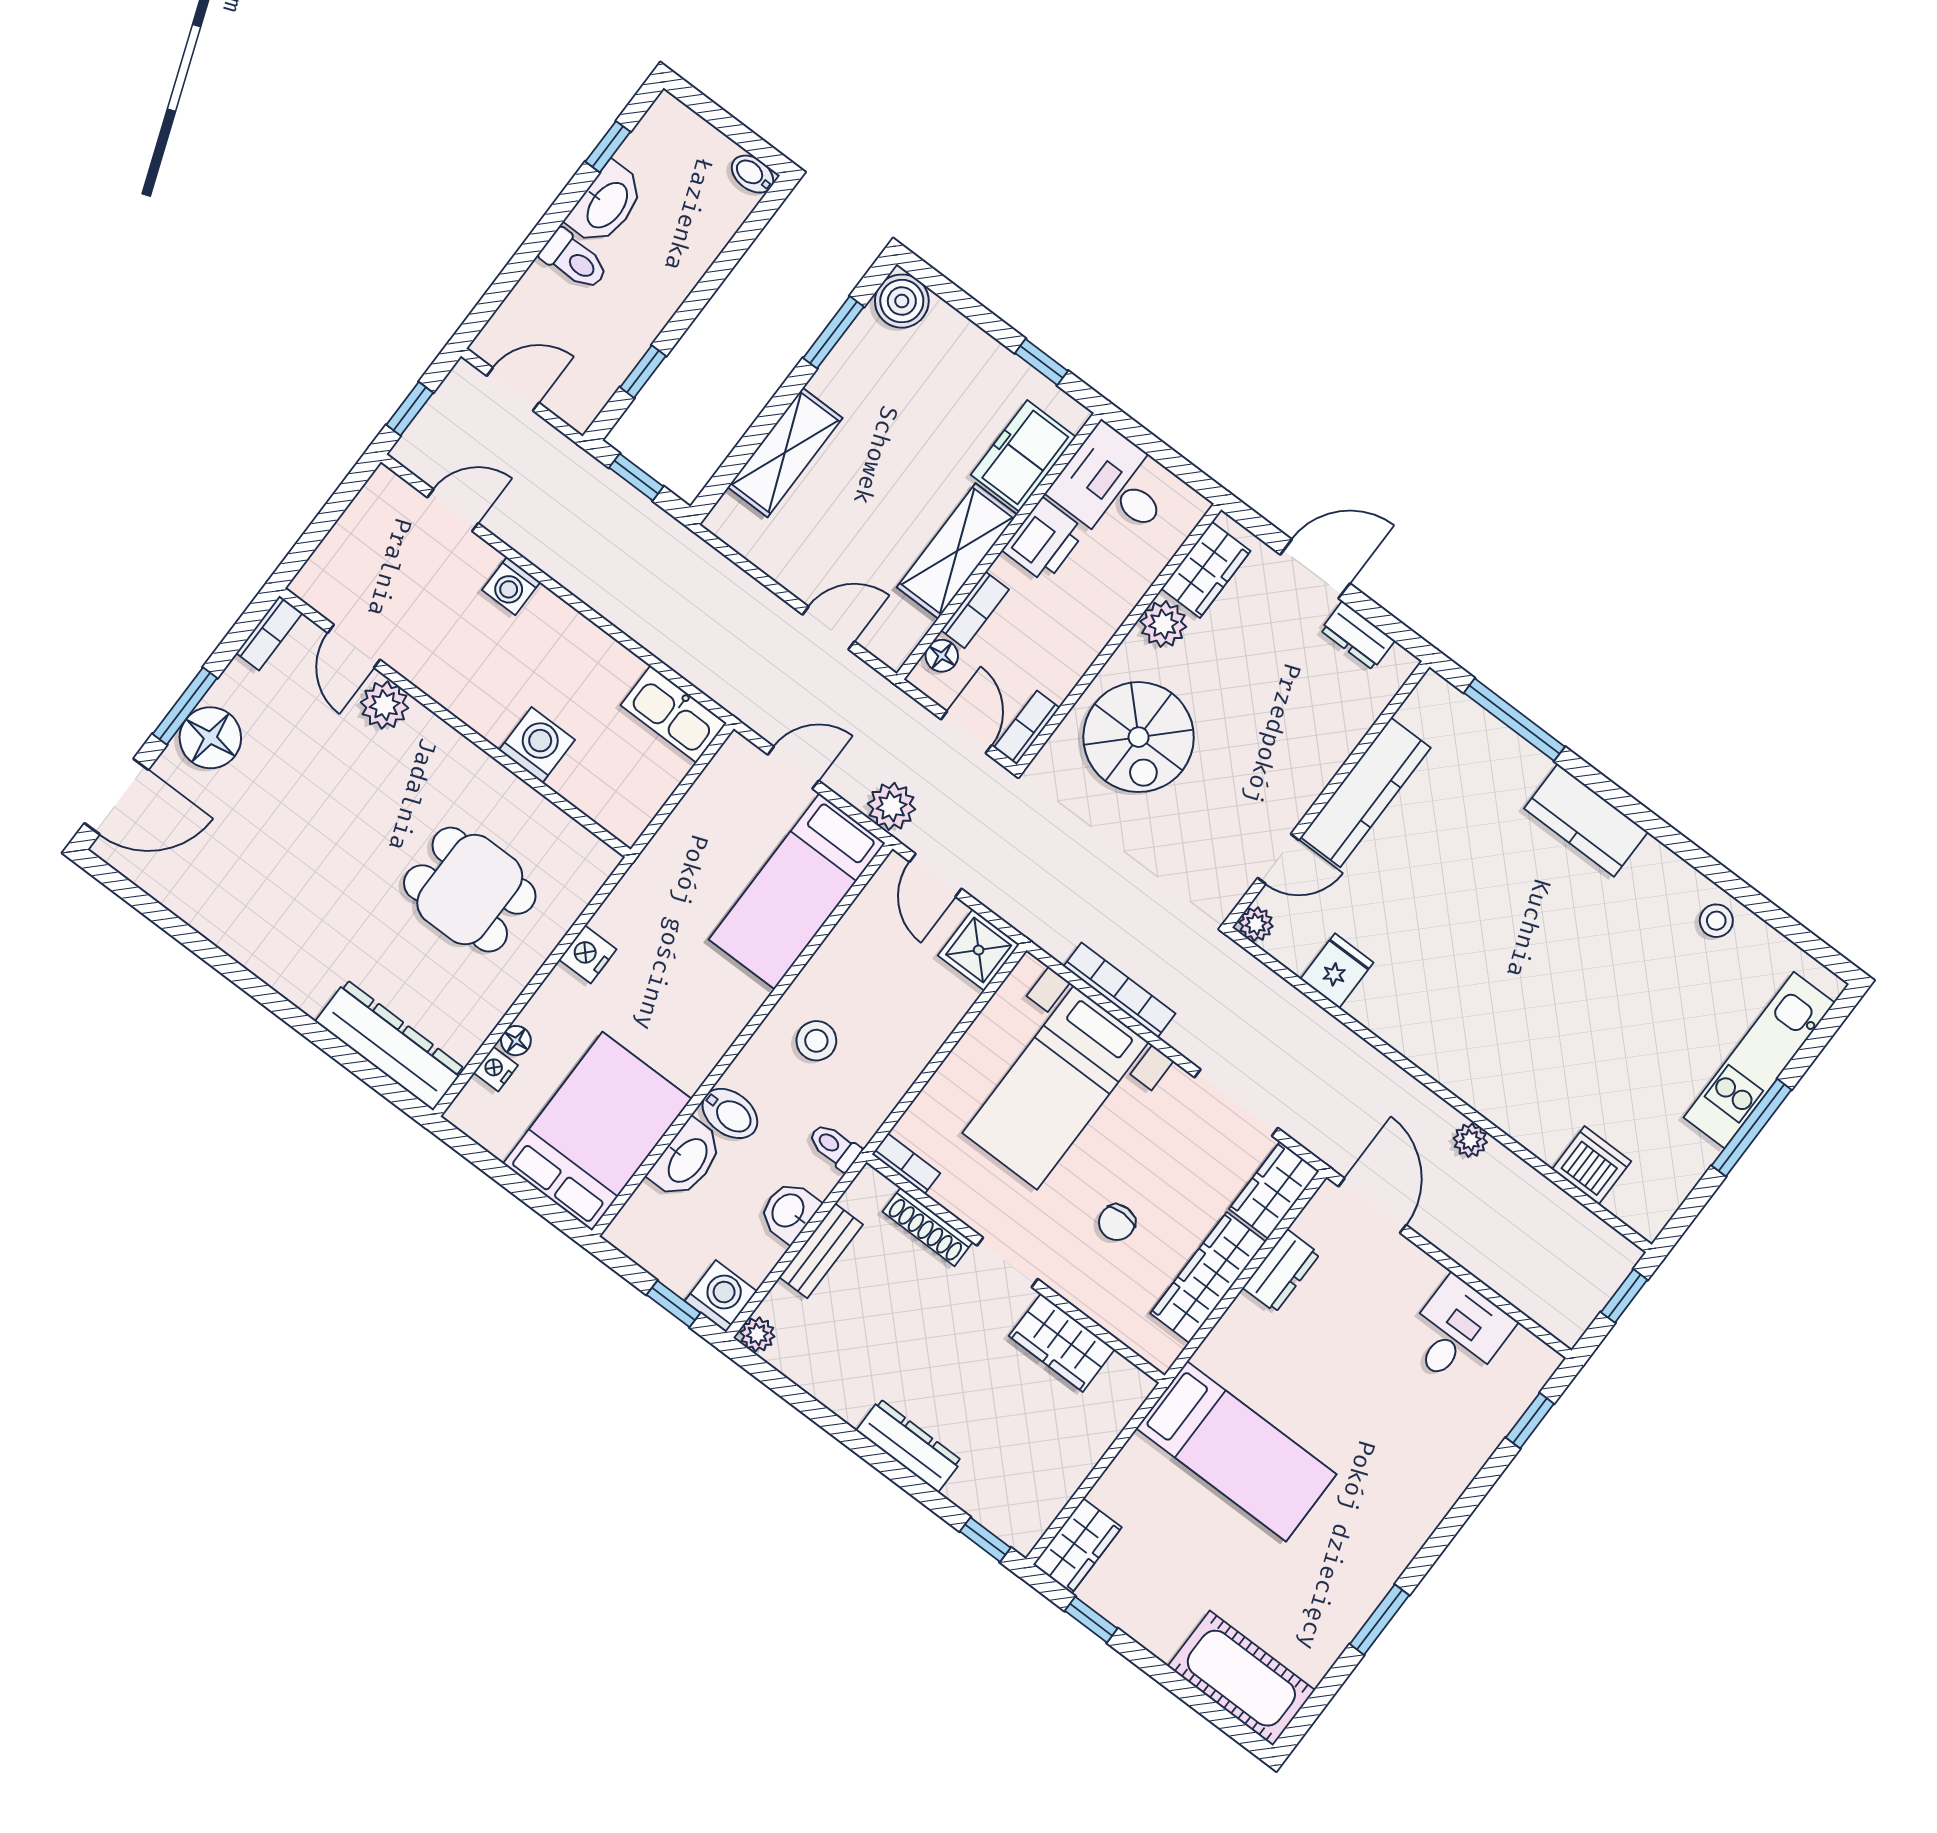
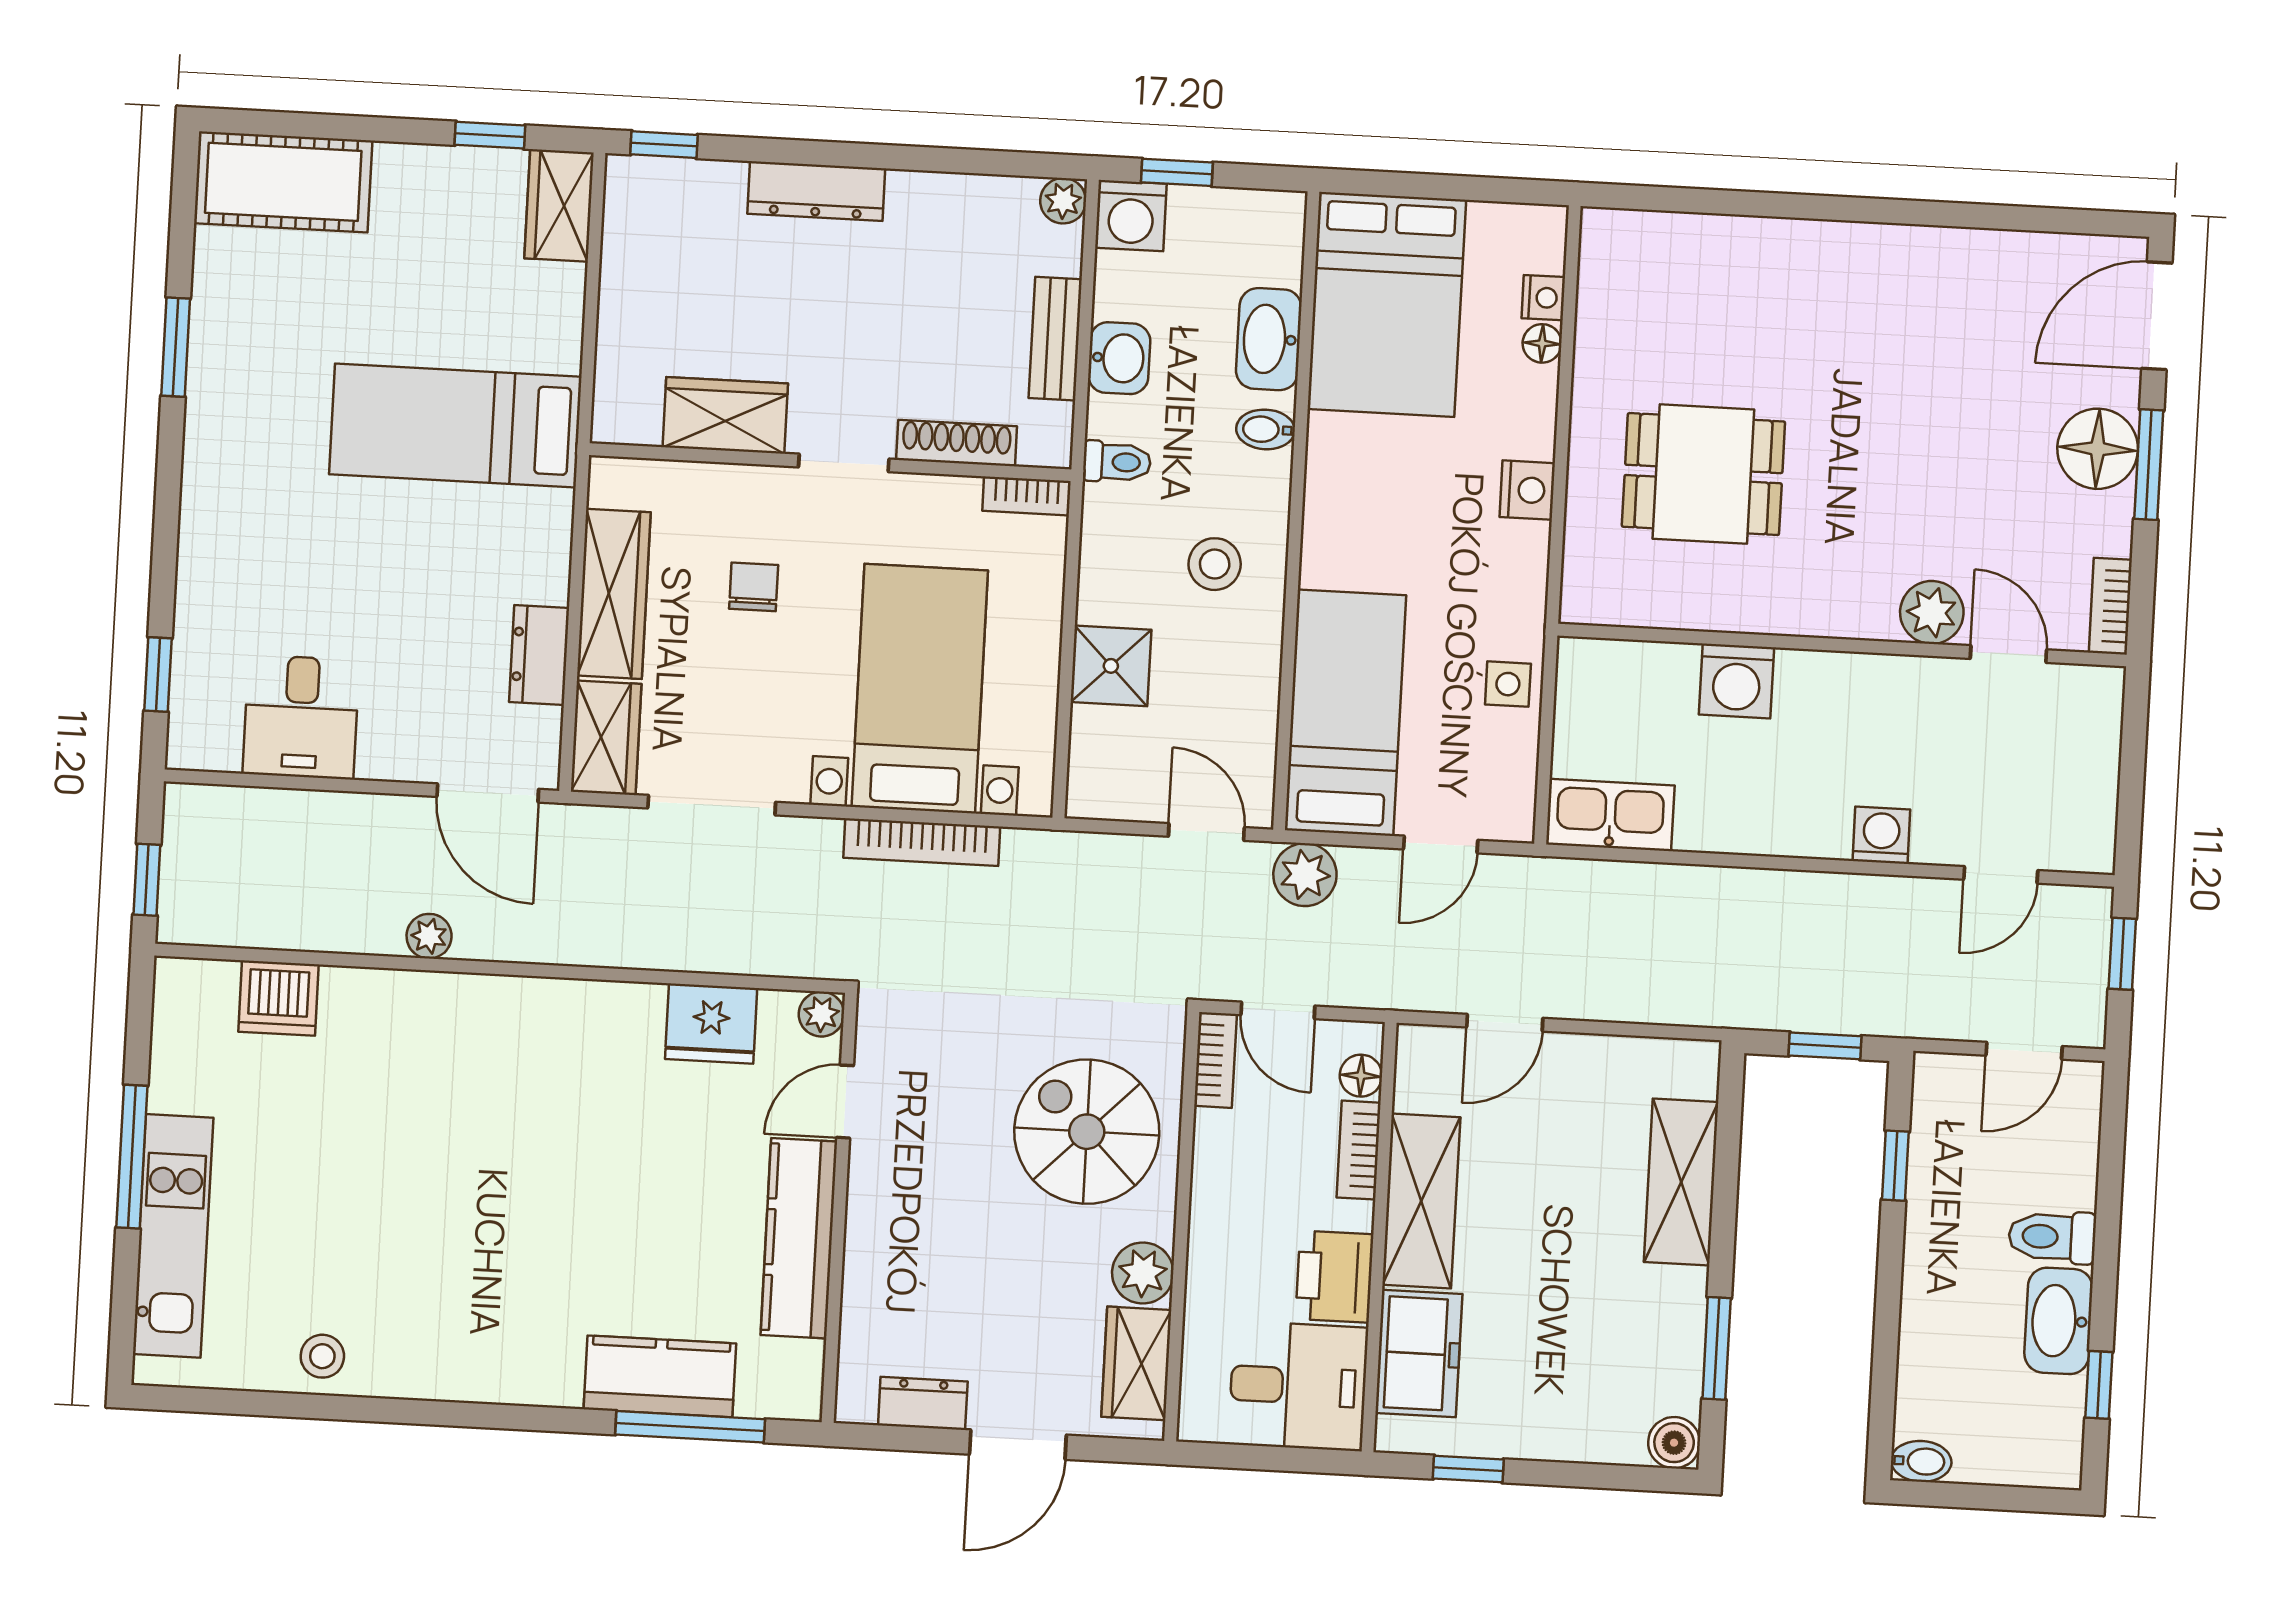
boiler: (902, 301) -> (1674, 1443), width x0.73, depth x0.73
kitchen counter: (1586, 820) -> (660, 1376), moved
side table: (682, 840) -> (1508, 684), added
shower: (979, 950) -> (1111, 666), moved
fridge: (1337, 971) -> (711, 1024), width x1.38
dresser: (390, 1045) -> (1676, 246), removed
bidet: (730, 1113) -> (1265, 429), width x0.72, depth x0.74

